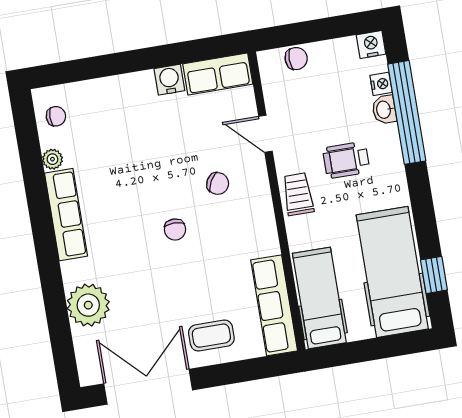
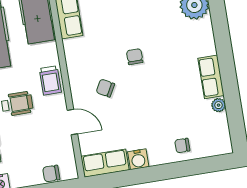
chair: (56, 116) -> (182, 145), moved
row of seats: (66, 215) -> (211, 77), width x0.68

